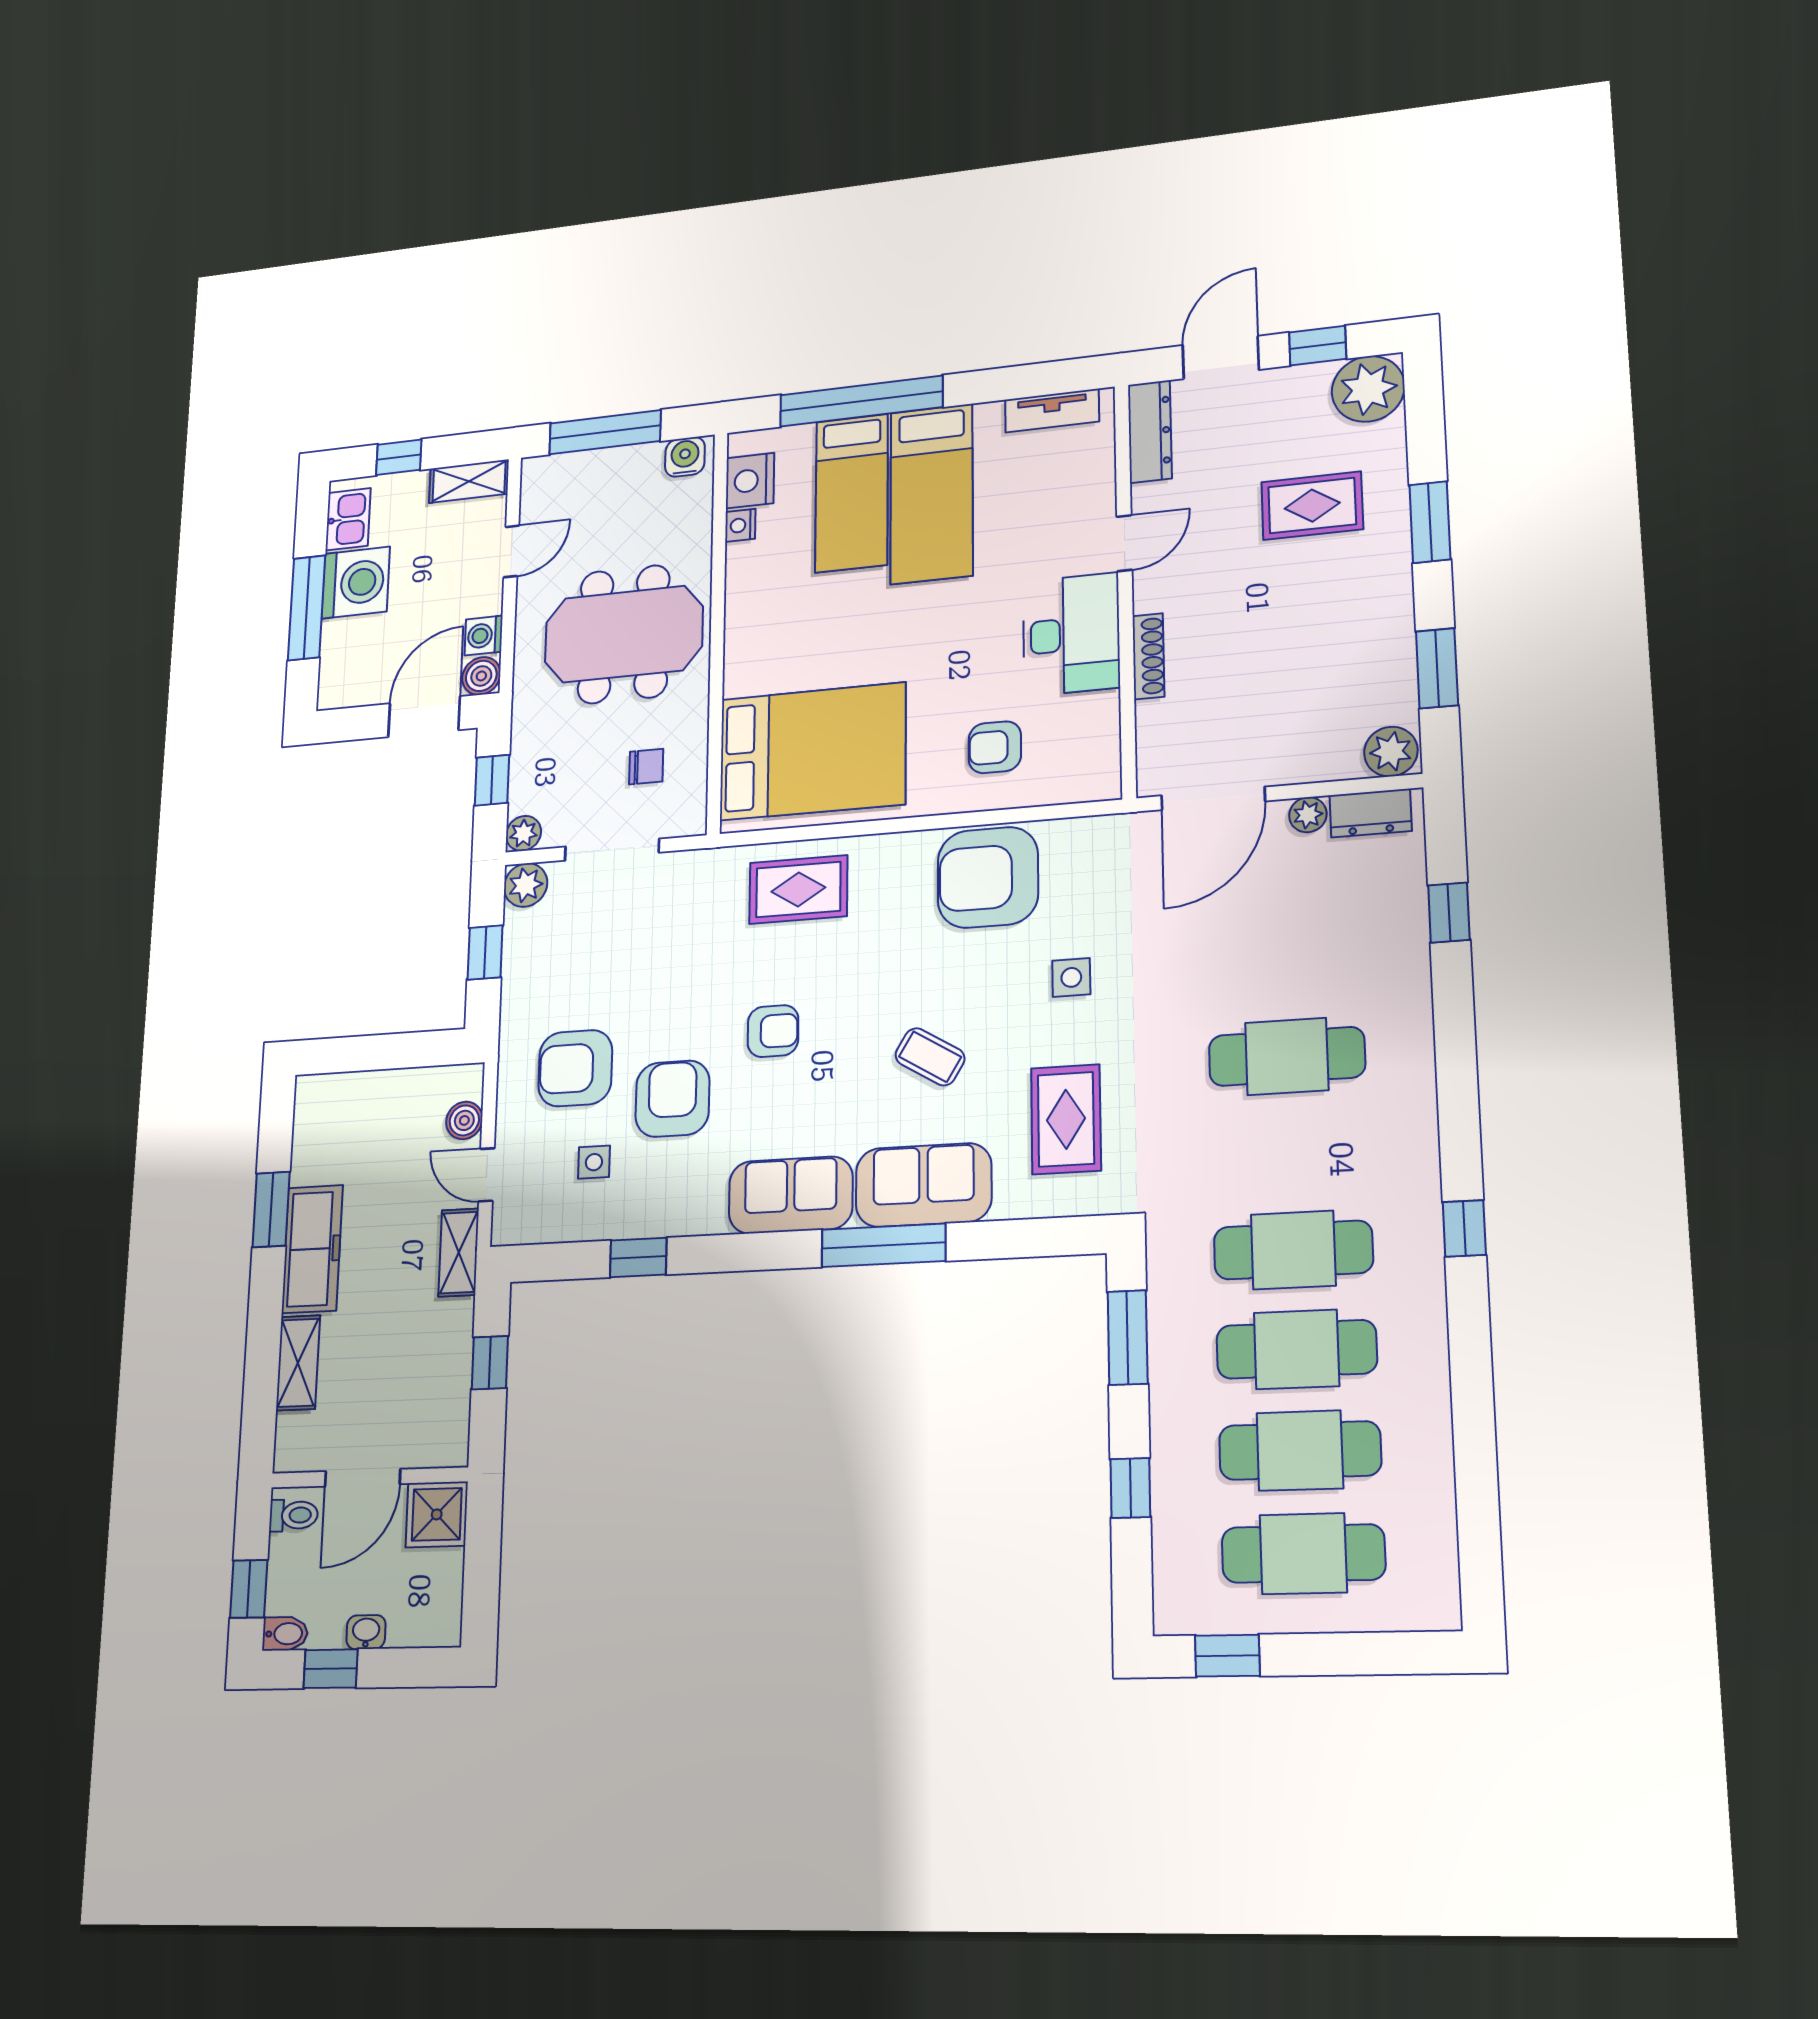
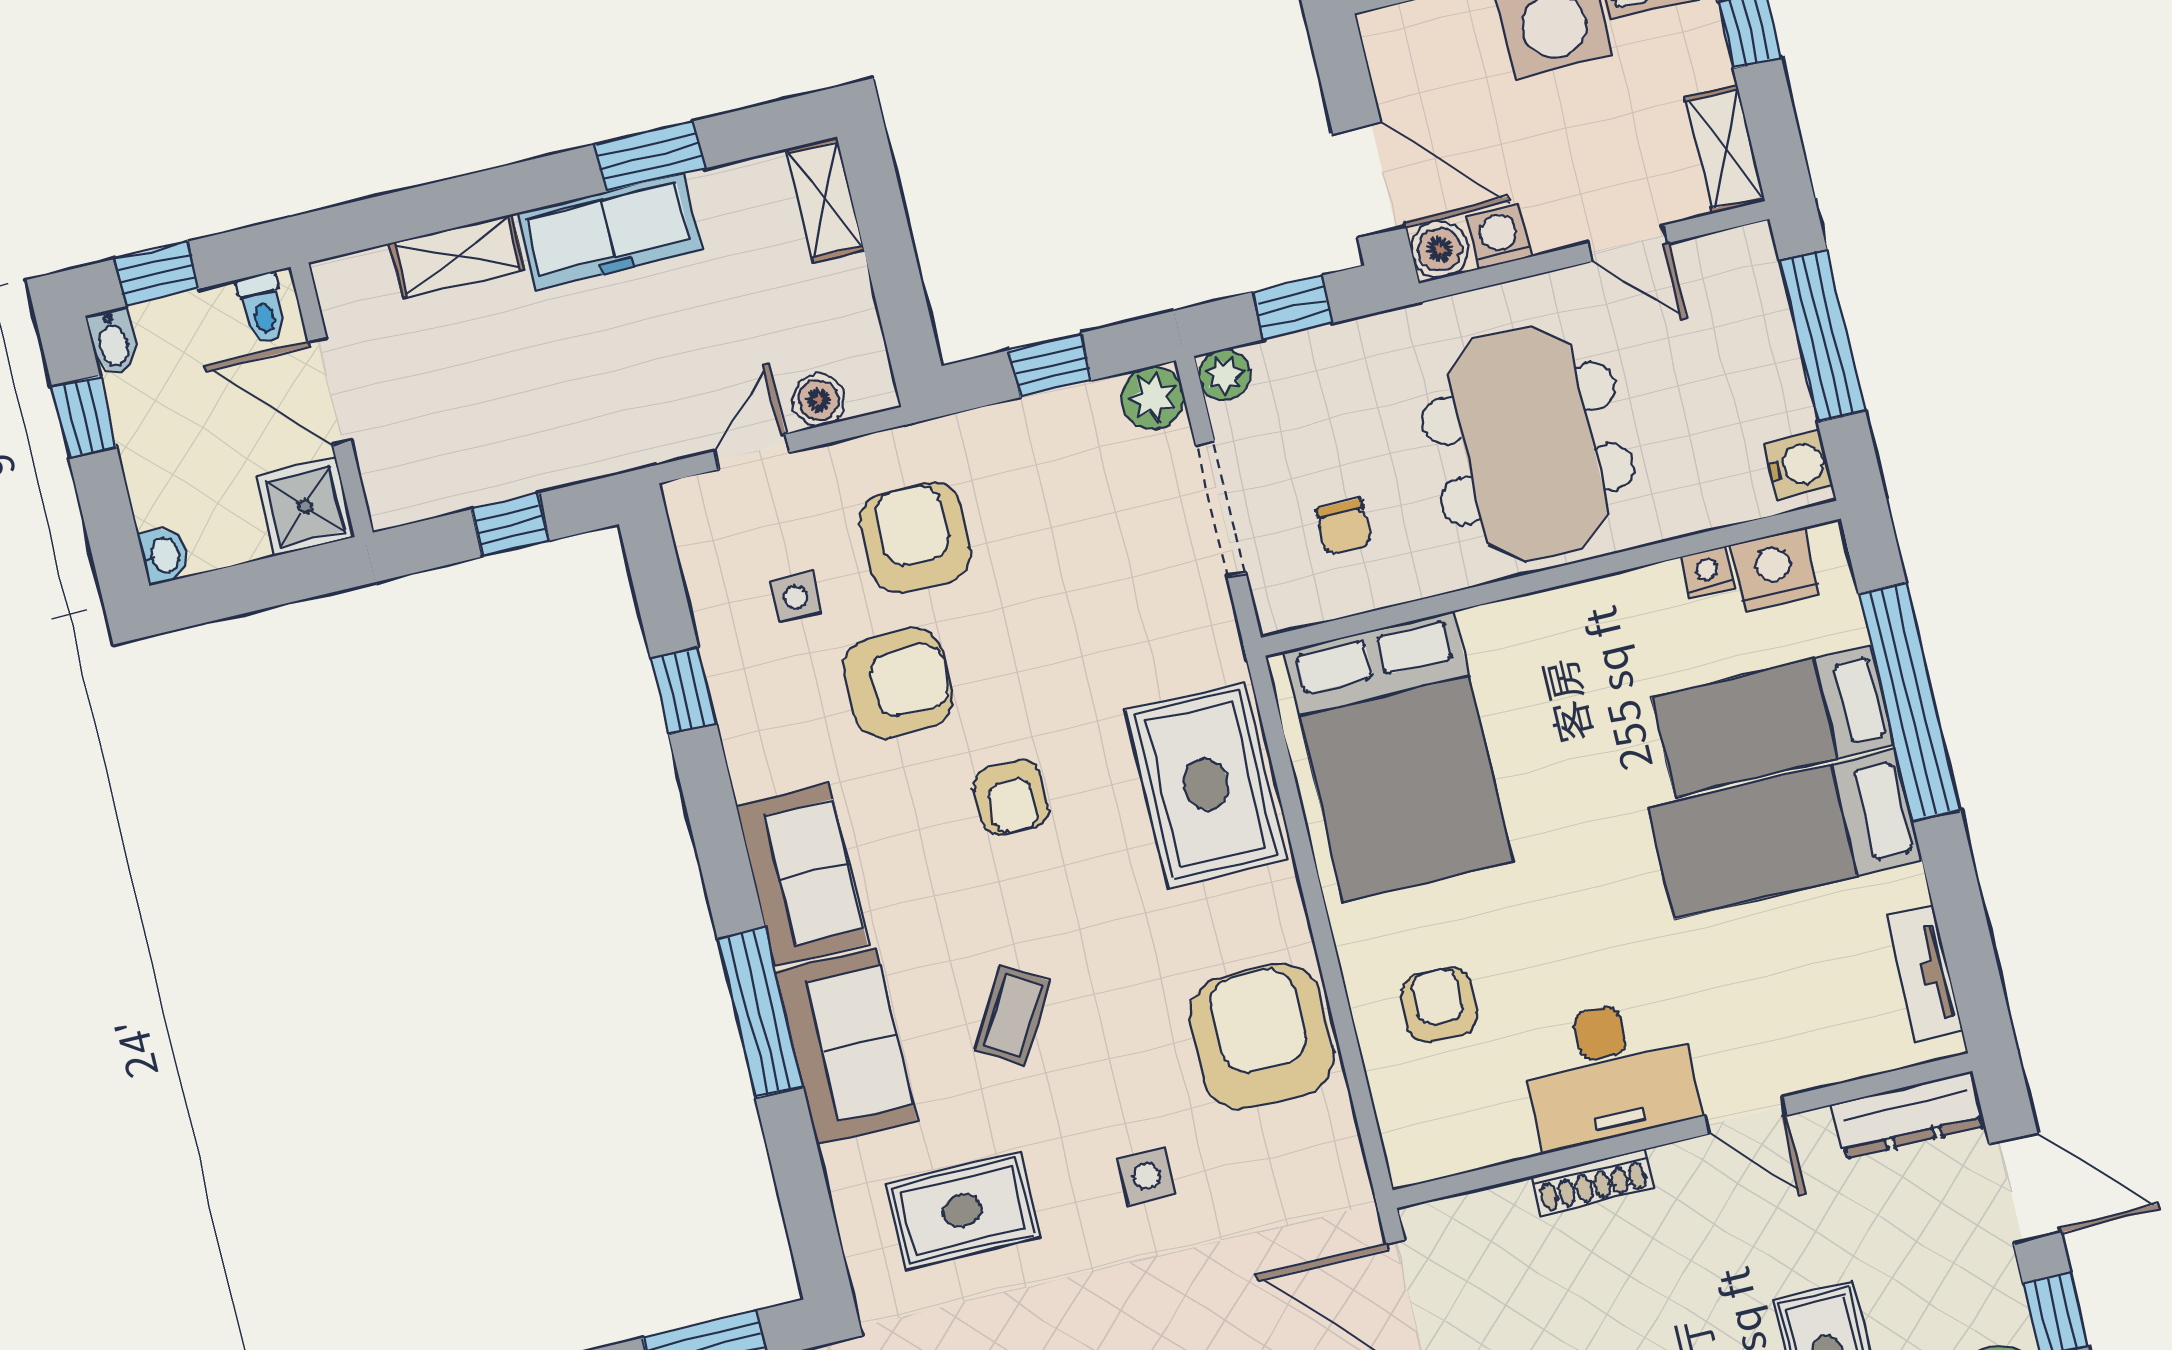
rug: (798, 890) -> (1206, 784), width x1.36, depth x1.43
shelving: (459, 1252) -> (825, 199), moved, turned 90
washbasin: (366, 1632) -> (164, 555), moved

